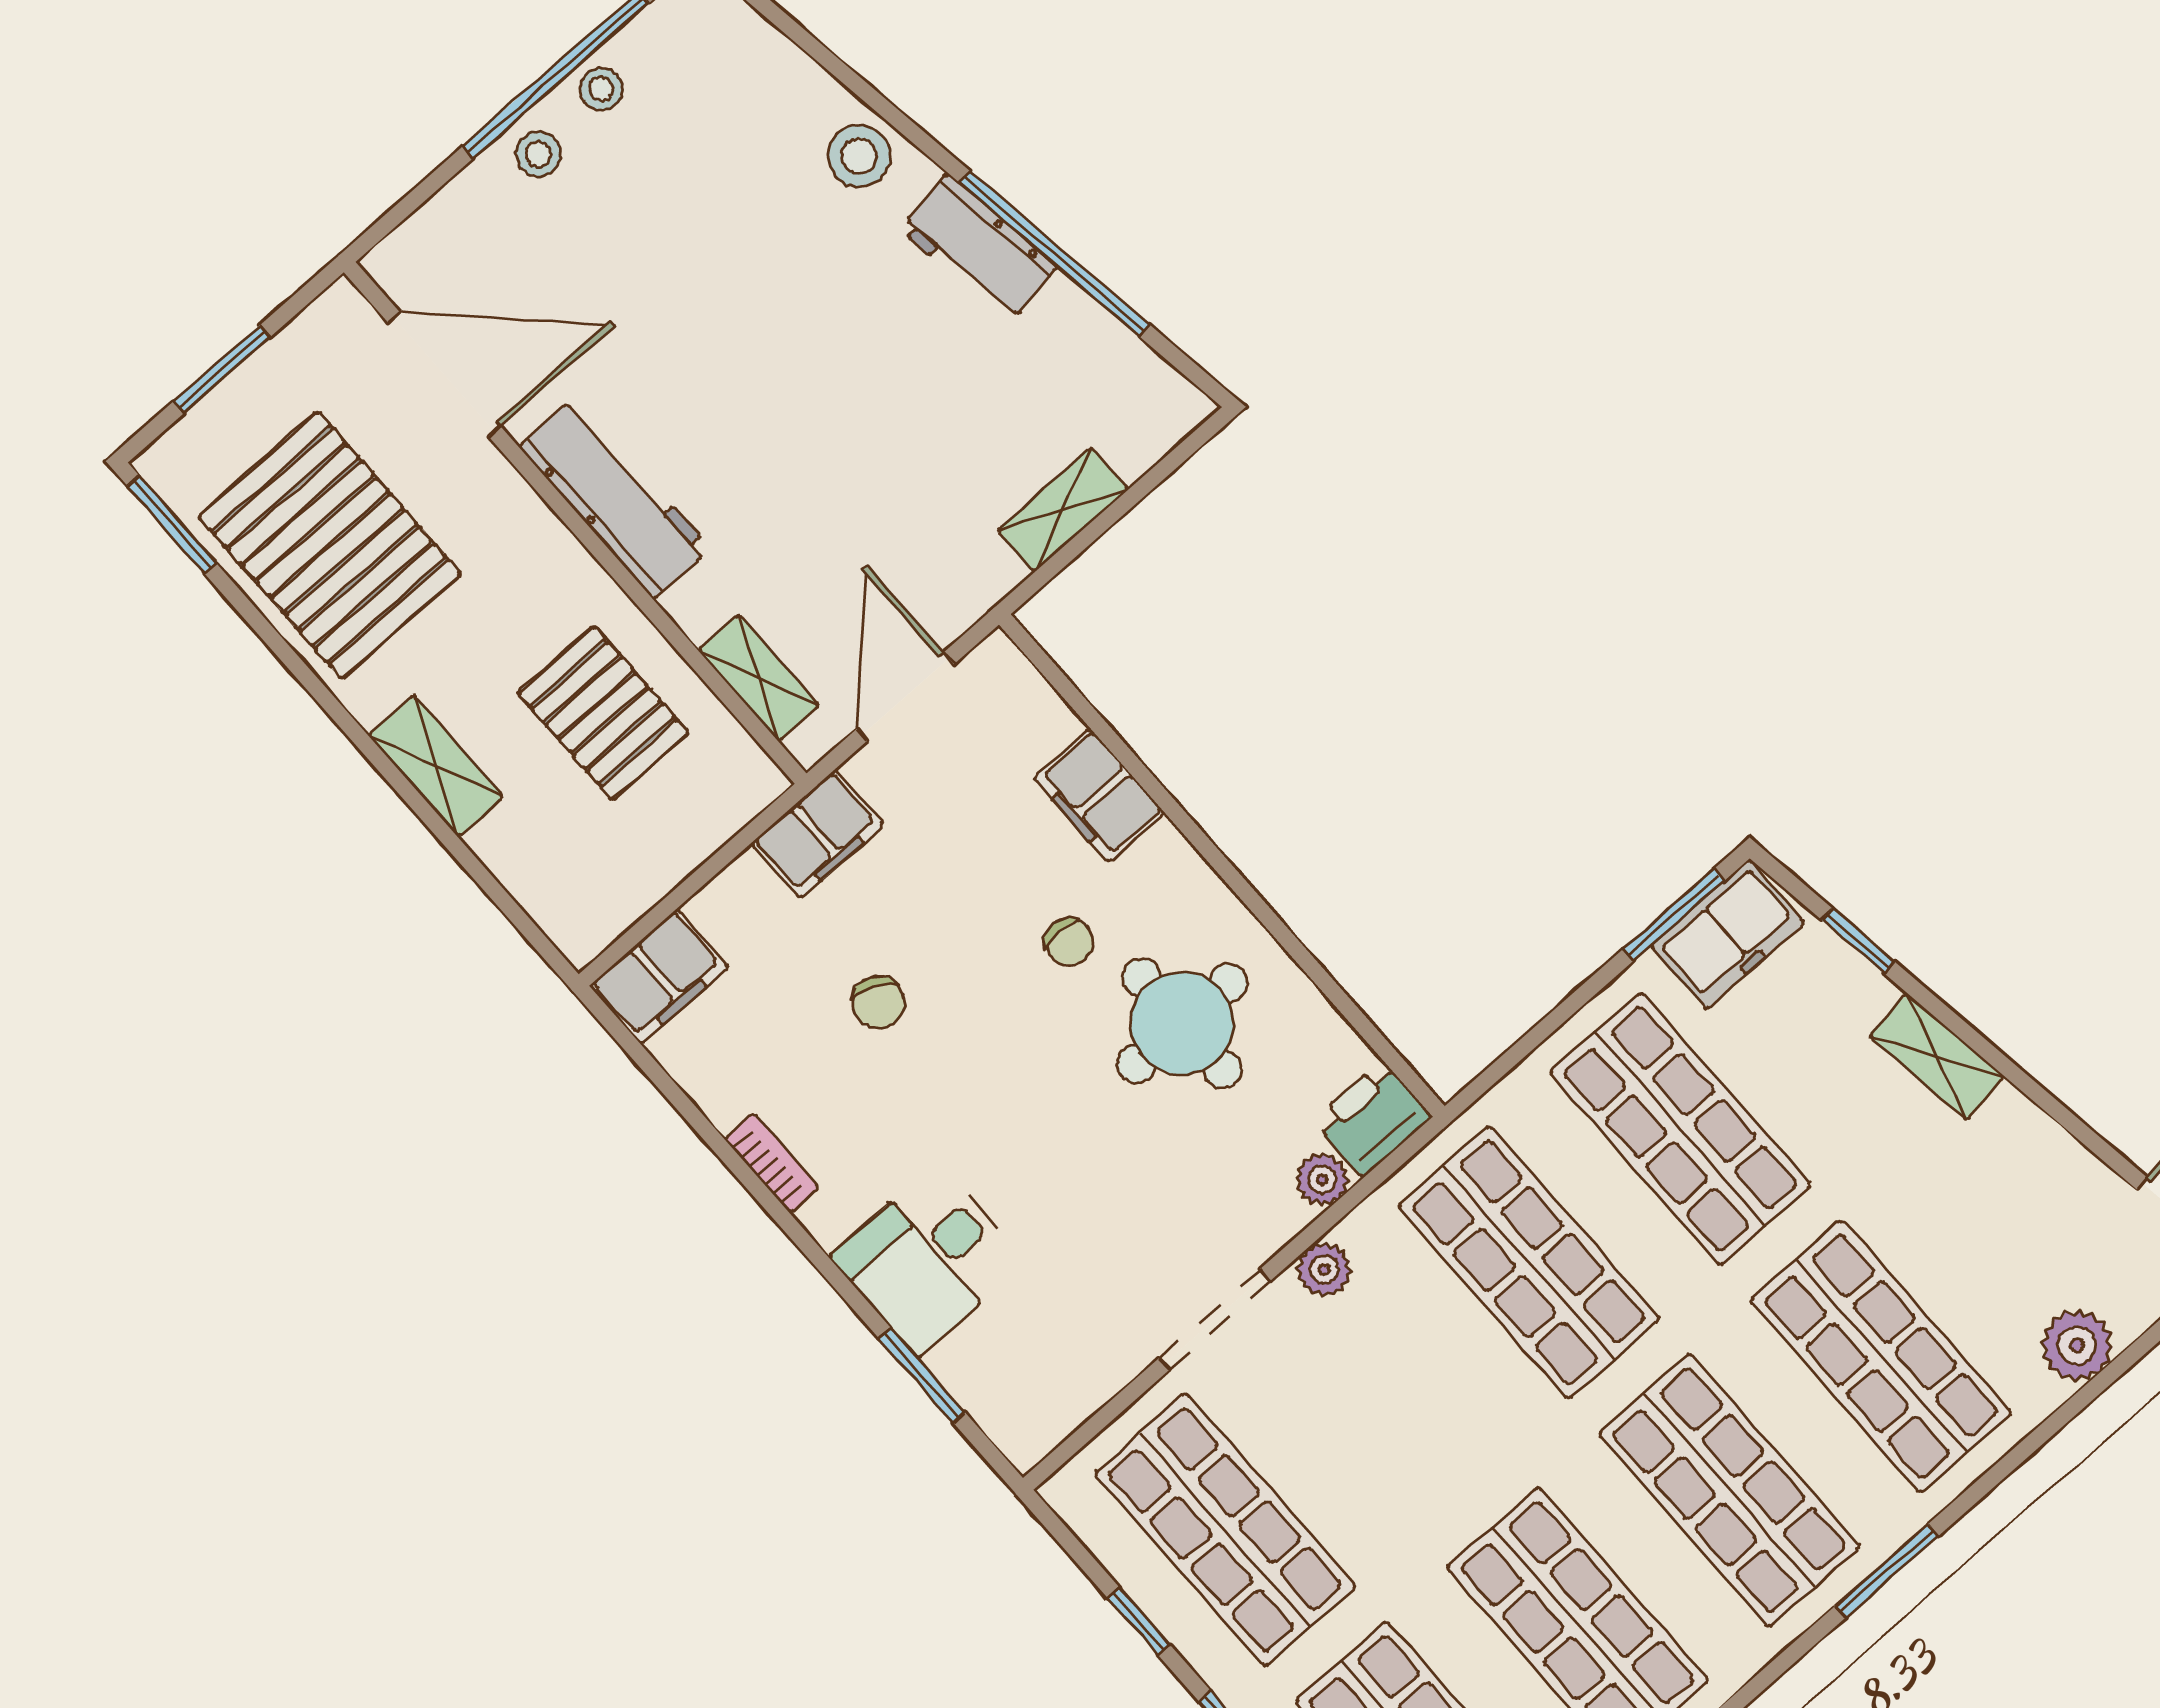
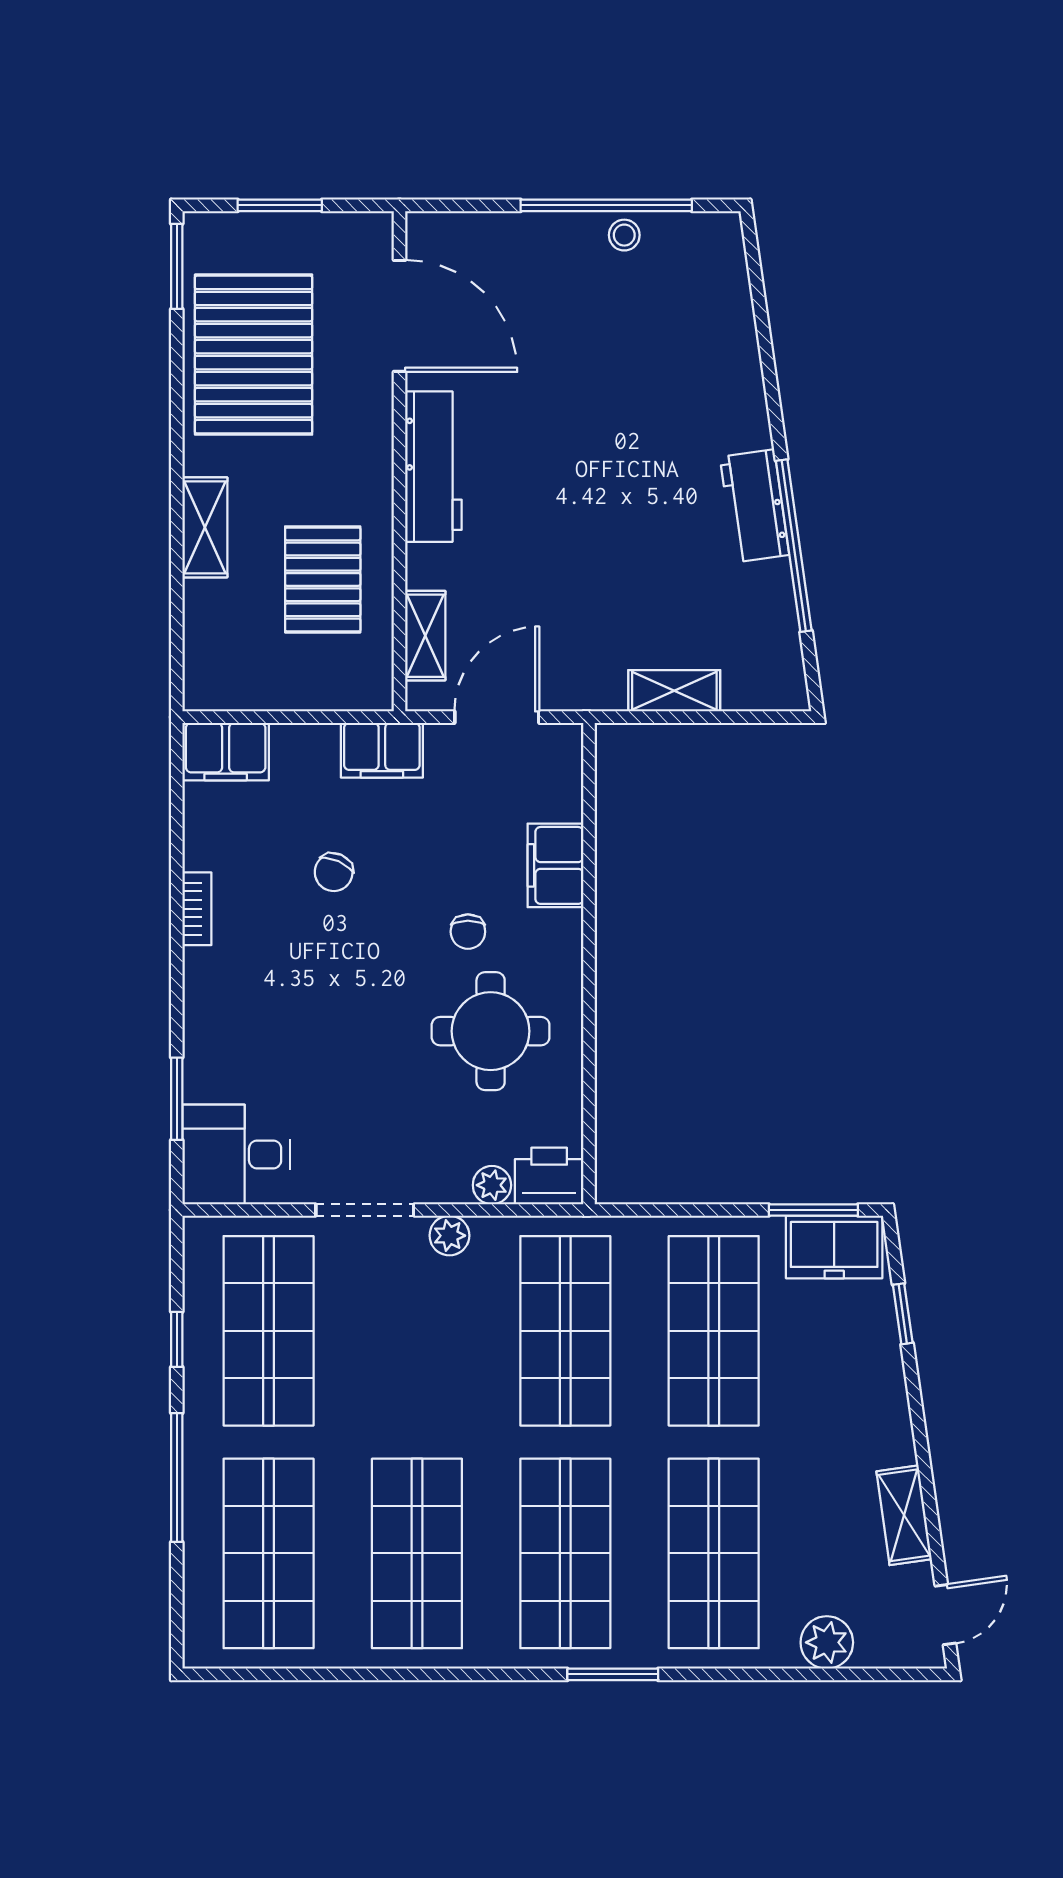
stool: (538, 154) -> (558, 241), removed
stool: (859, 156) -> (734, 397), removed
shelving: (1937, 1056) -> (904, 1515), moved
desk: (928, 1260) -> (236, 1154), moved

